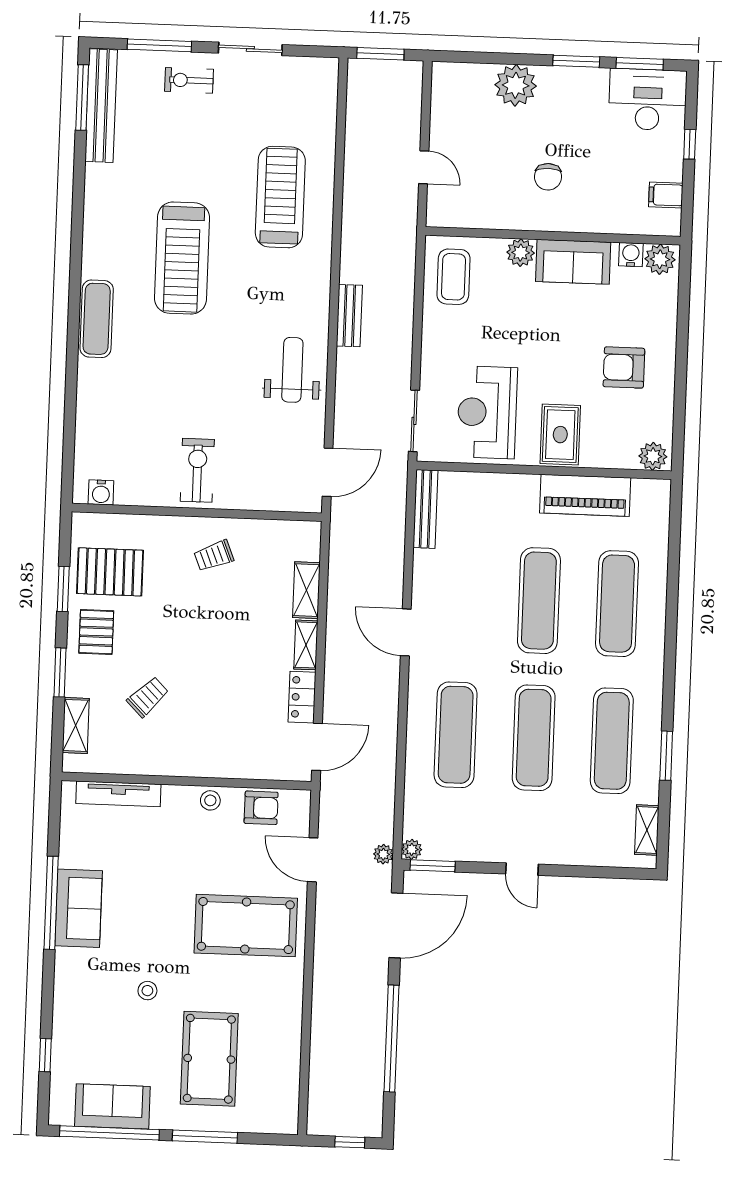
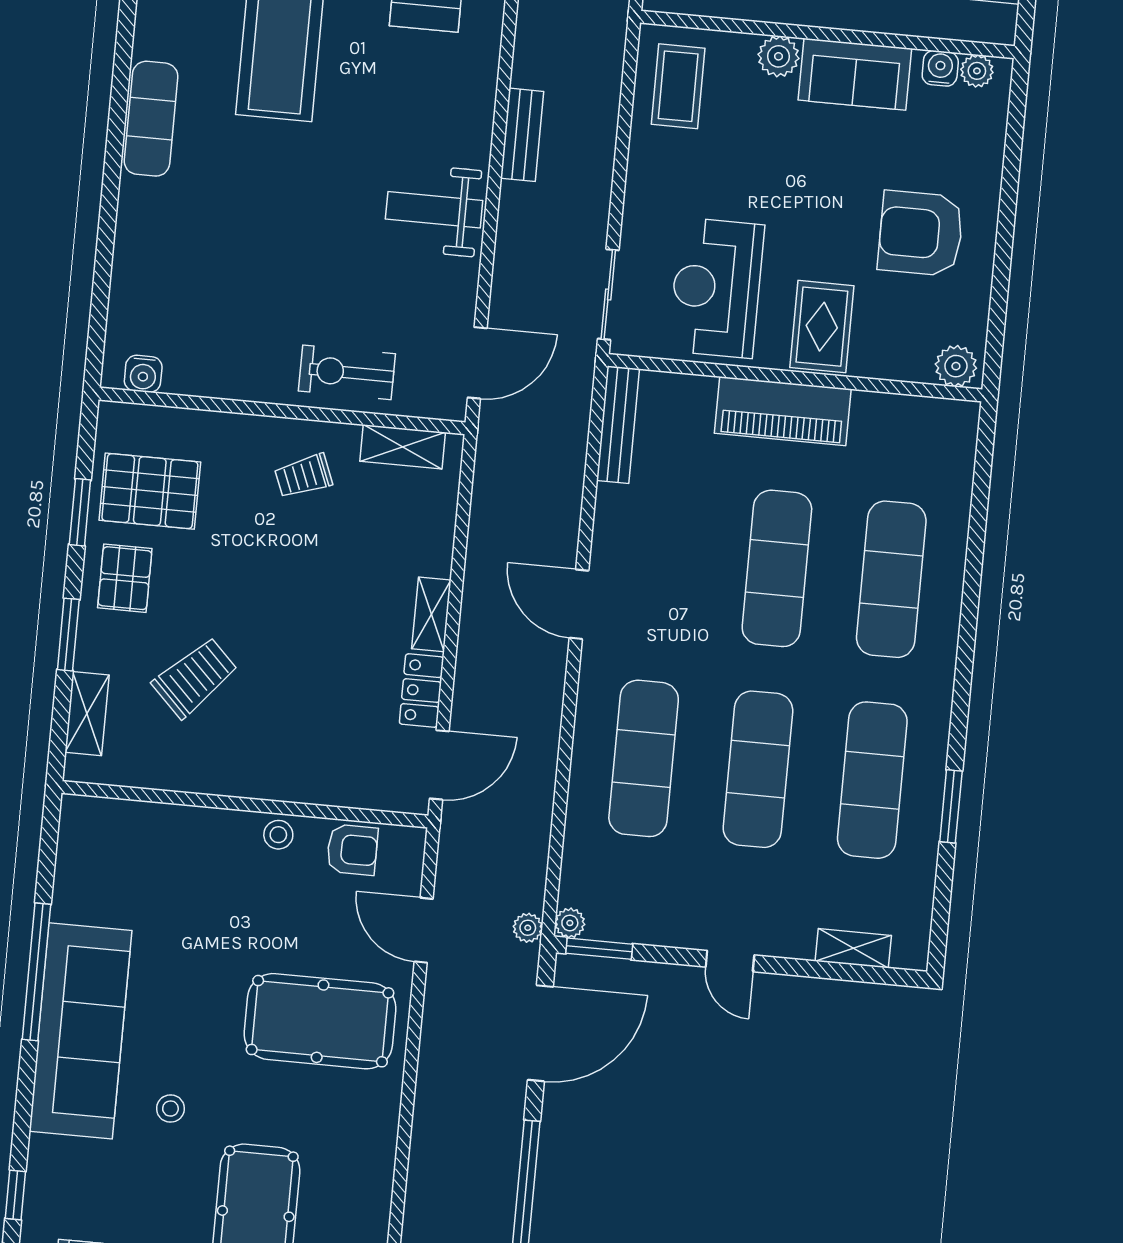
plant: (660, 259) -> (977, 71), width x0.73, depth x0.73
armchair: (624, 367) -> (921, 233), width x1.36, depth x1.36
weight bench: (292, 370) -> (434, 210), turned -90
exercise bike: (197, 470) -> (347, 372), moved, turned -90
piano: (585, 495) -> (783, 411), moved
shelving: (306, 590) -> (403, 447), moved, turned 90
trolley: (148, 697) -> (195, 678), width x1.36, depth x1.39
tv unit: (118, 794) -> (144, 817), removed
shelving: (647, 830) -> (853, 948), moved, turned 90
sofa: (79, 908) -> (80, 1031), width x1.85, depth x1.27

